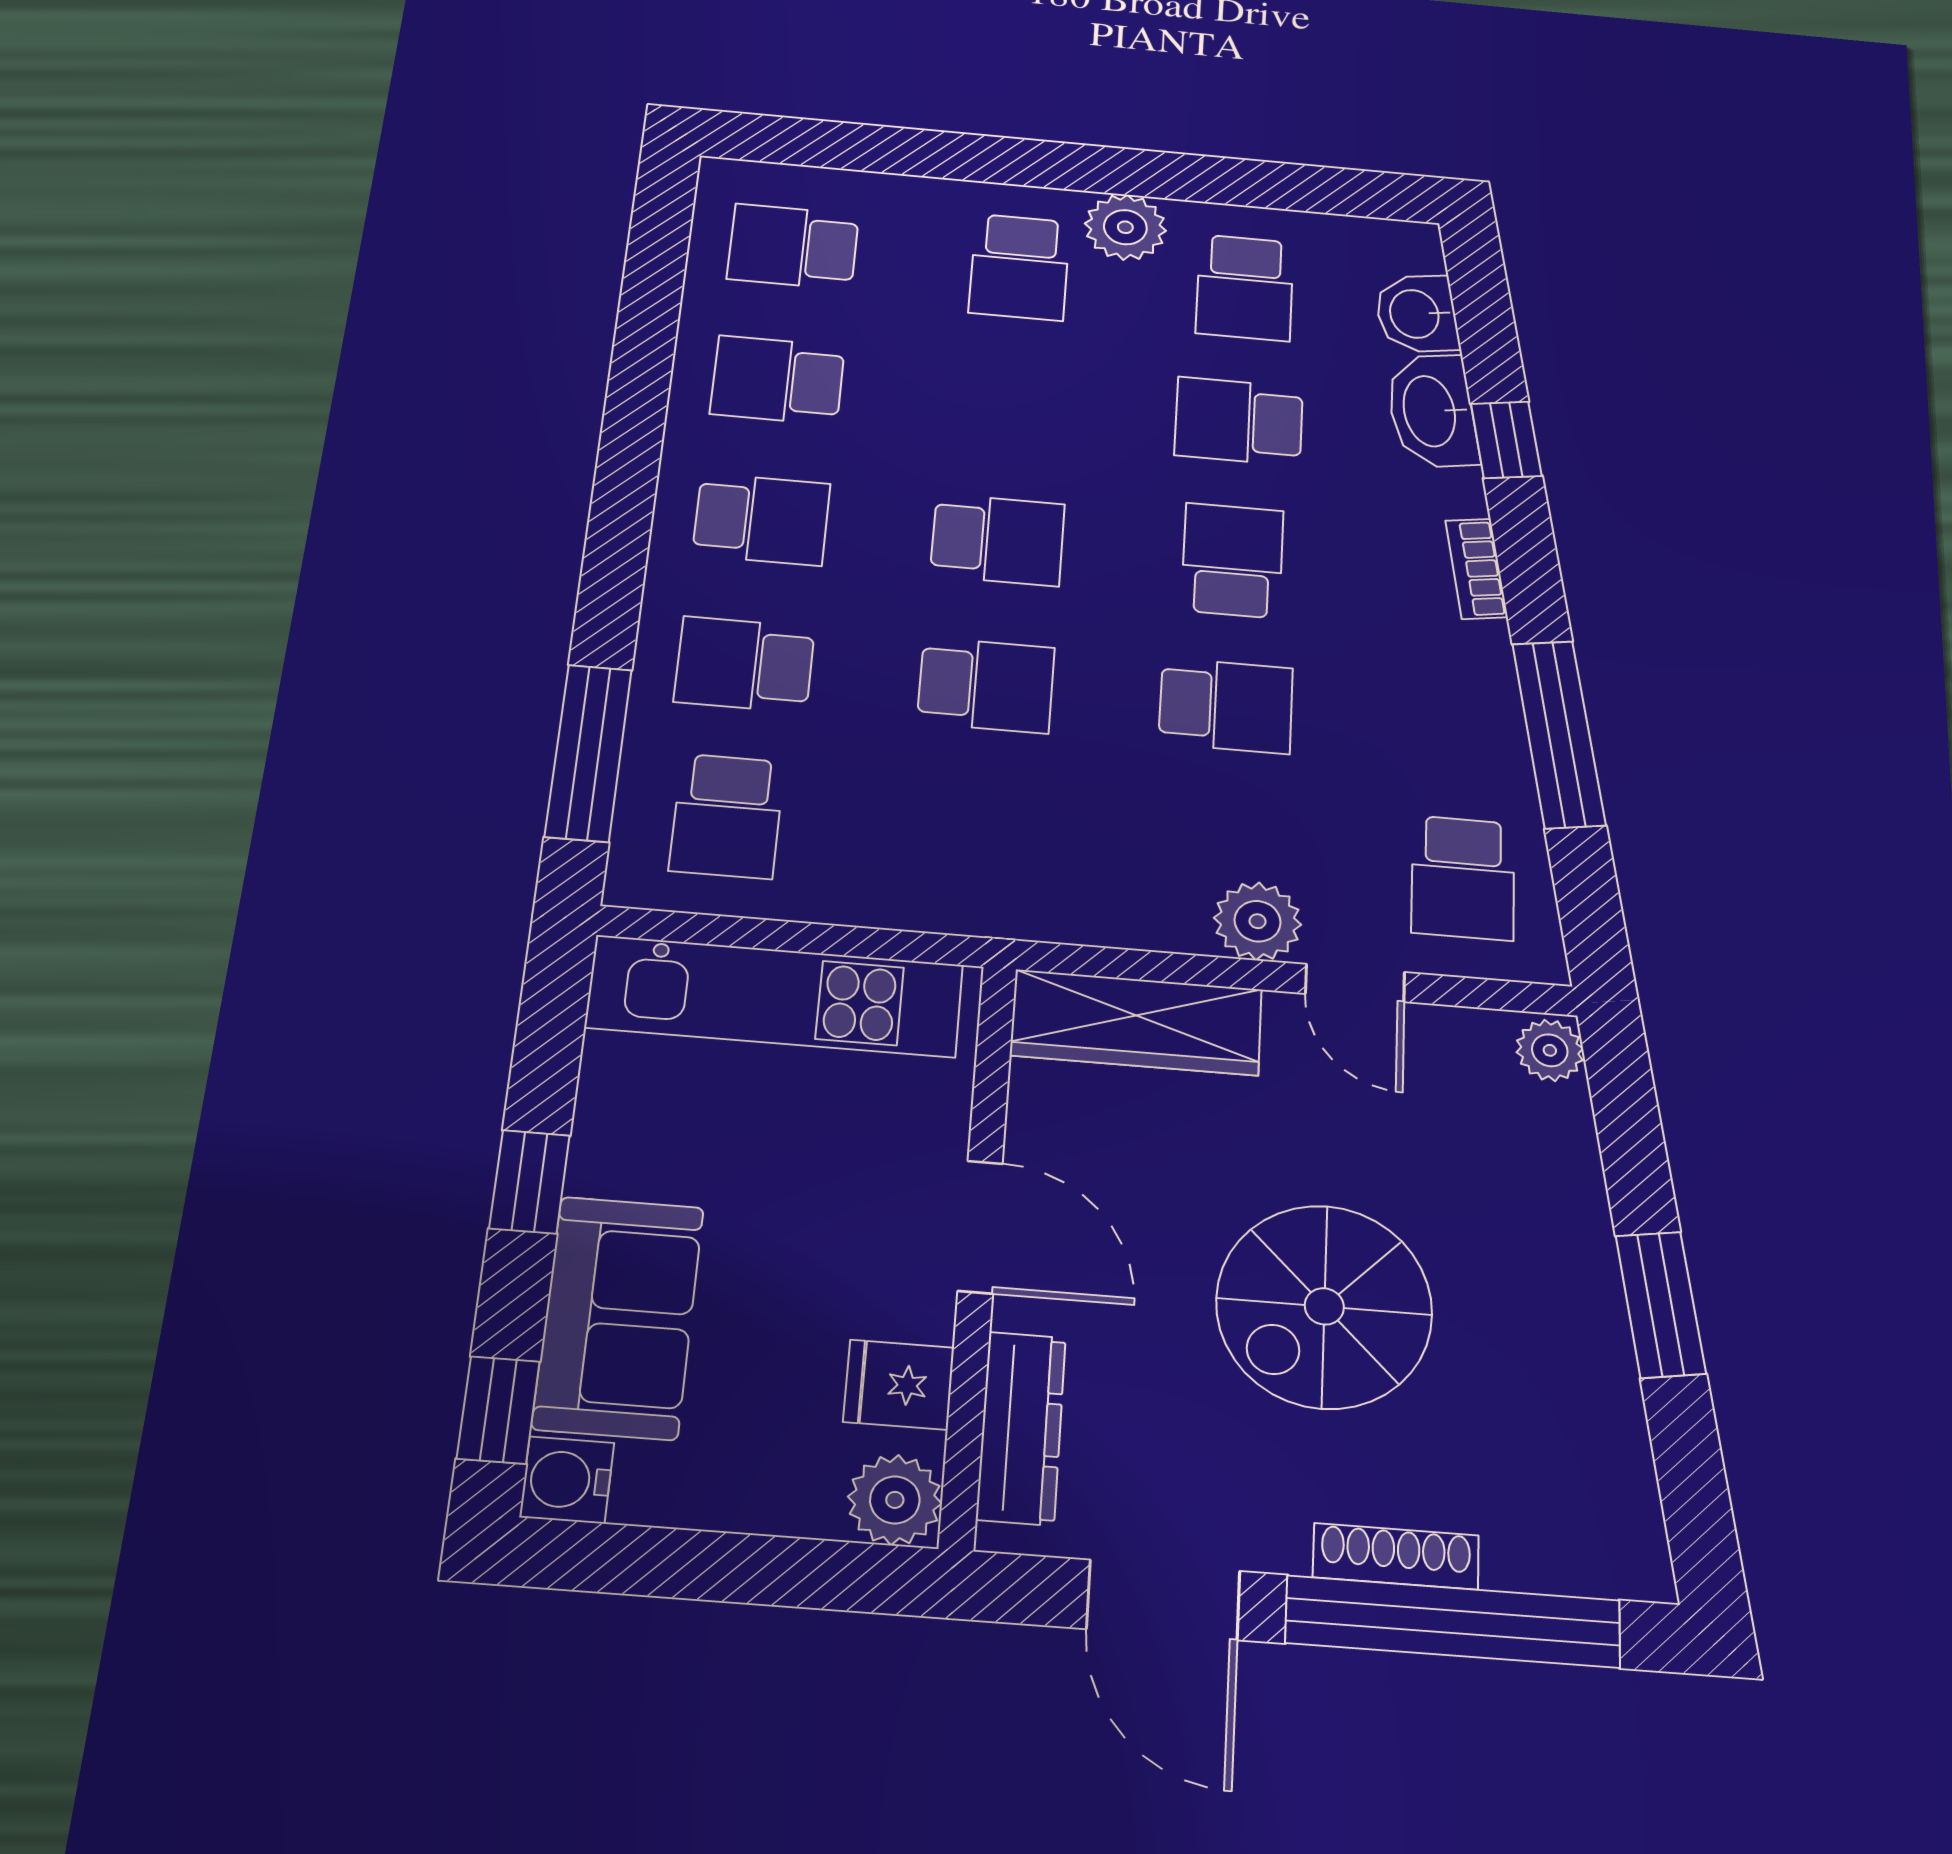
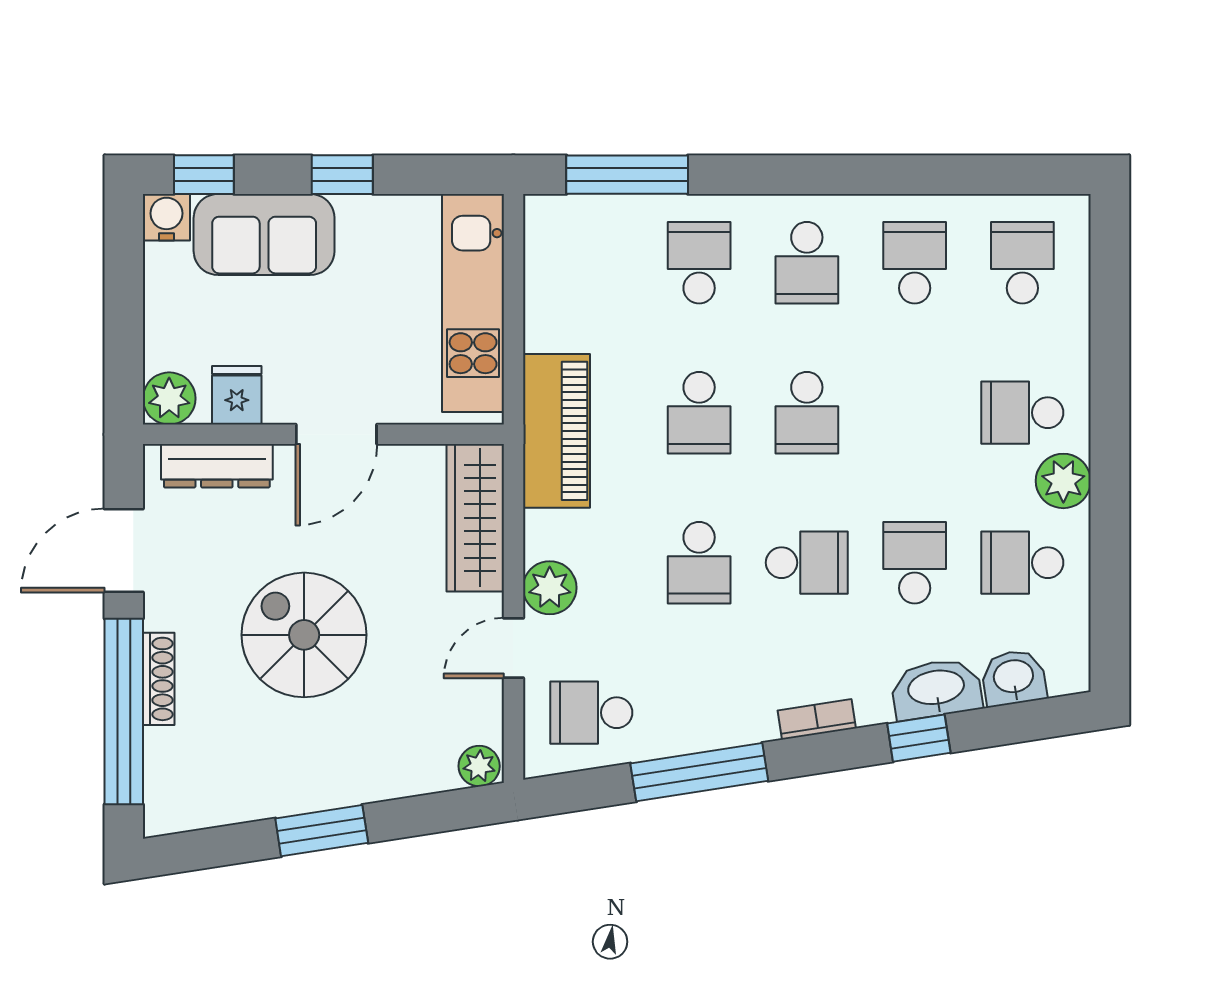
school desk: (727, 816) -> (591, 263), removed
piano: (1000, 890) -> (556, 431), added

